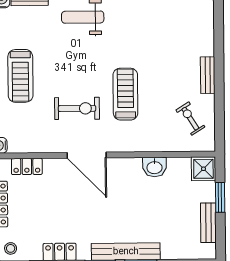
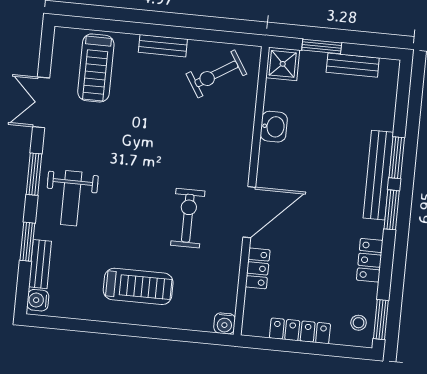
treadmill: (125, 94) -> (96, 68), moved, turned -90
exercise bike: (190, 119) -> (216, 74), width x1.38, depth x1.39
locker: (27, 166) -> (258, 268), moved

